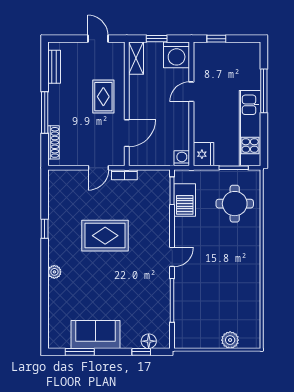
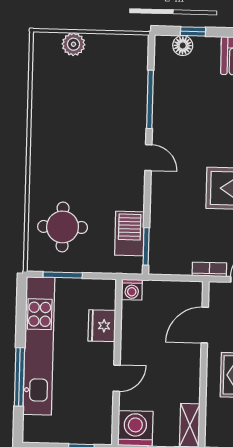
kitchen unit: (250, 128) -> (39, 346), width x1.36
fridge: (203, 154) -> (102, 326), moved
door: (172, 257) -> (148, 158), swing flipped

